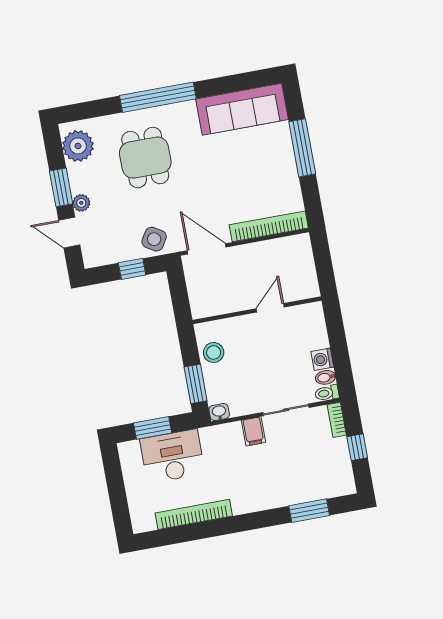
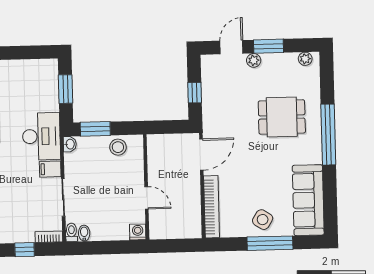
plant: (78, 146) -> (305, 59), width x0.53, depth x0.53
side table: (154, 239) -> (263, 220), moved
washing machine: (322, 359) -> (138, 232), moved
desk: (172, 456) -> (41, 136), moved

